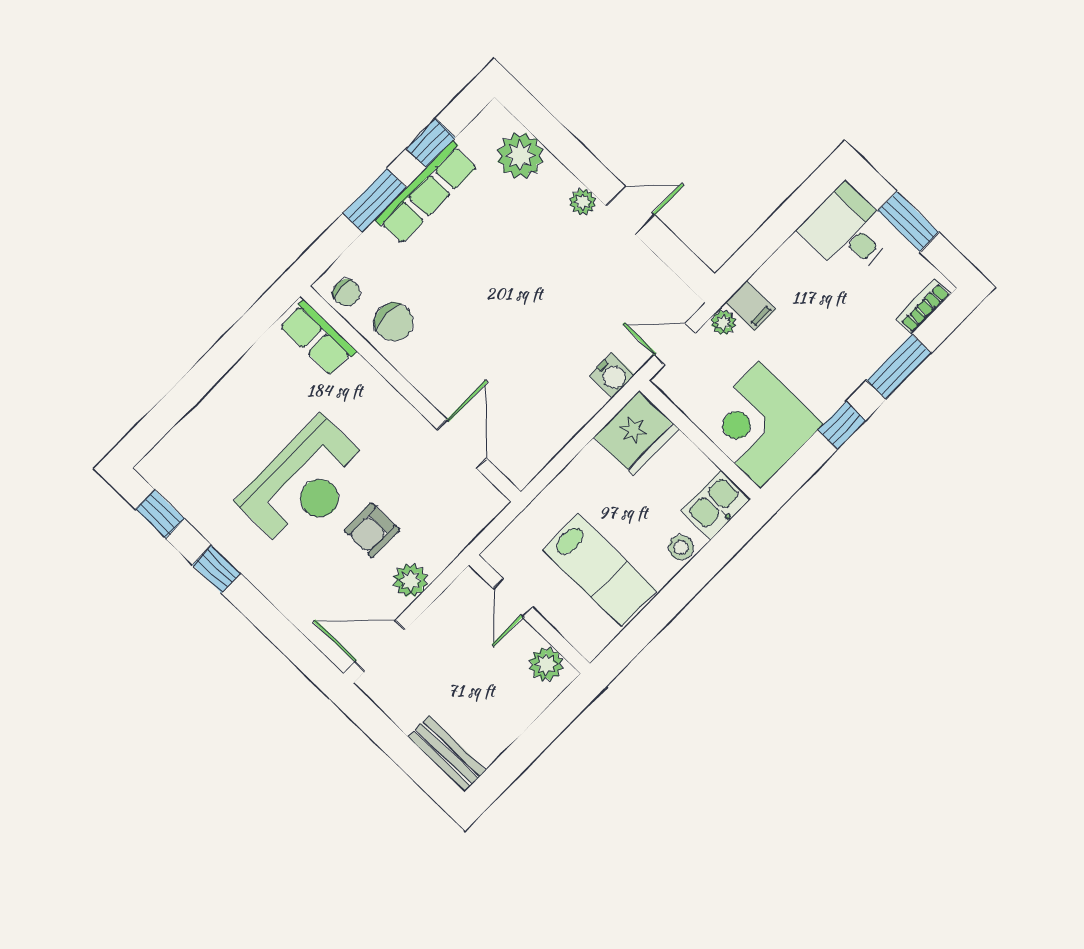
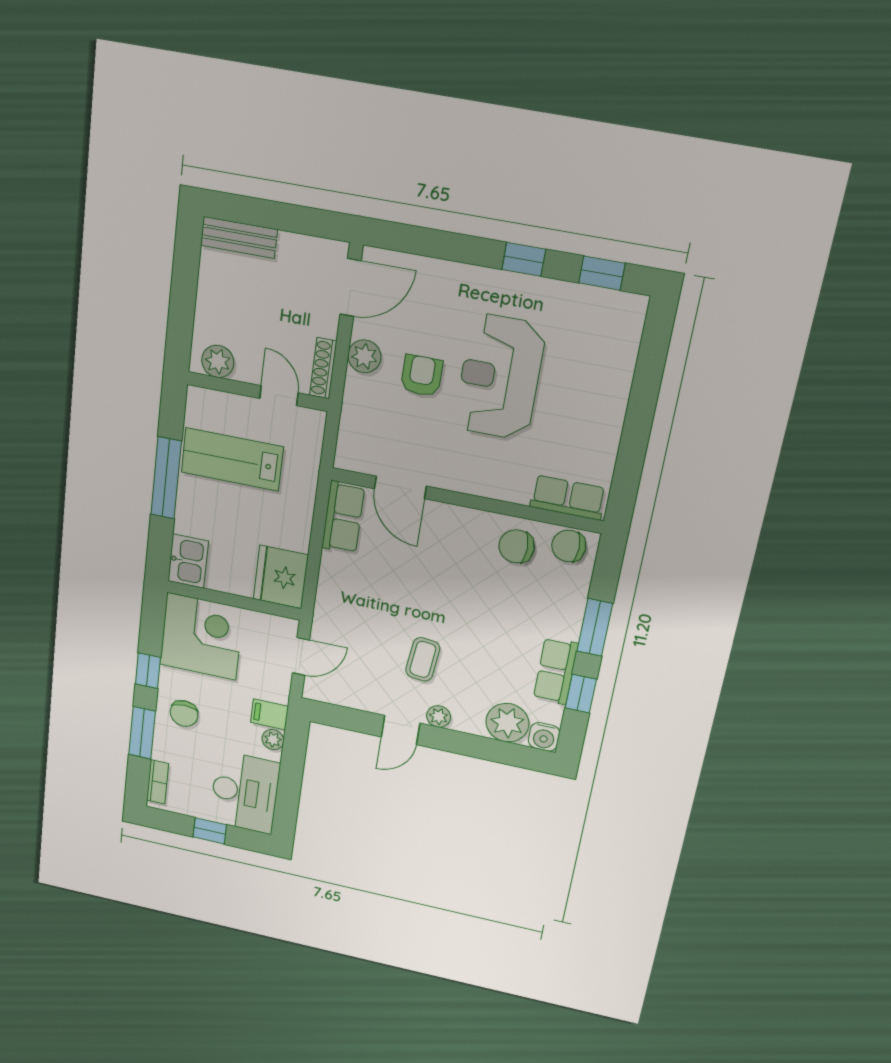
row of seats: (426, 193) -> (556, 671), width x0.68
window: (908, 222) -> (210, 831), width x0.67
desk: (848, 231) -> (245, 792), width x1.37
coffee table: (557, 268) -> (423, 659), added
chair: (347, 293) -> (569, 546), width x1.37, depth x1.37
plant: (723, 322) -> (273, 740), moved
chair: (839, 360) -> (184, 714), added
water cooler: (612, 375) -> (544, 737), moved, turned -90
row of seats: (535, 451) -> (343, 517), added
stool: (681, 548) -> (189, 515), removed
shoe rack: (455, 595) -> (323, 368), added
window: (676, 595) -> (166, 478), added

